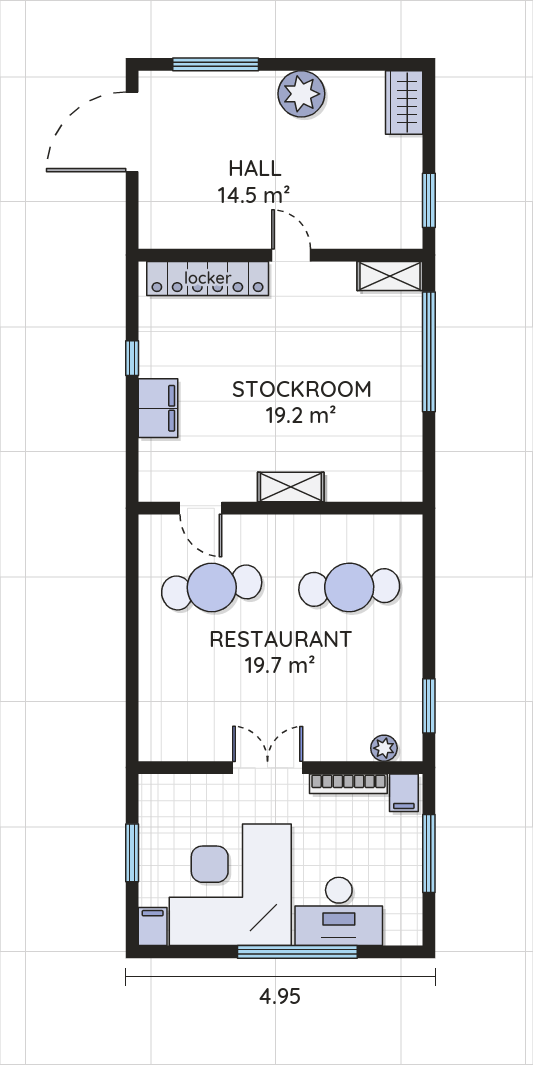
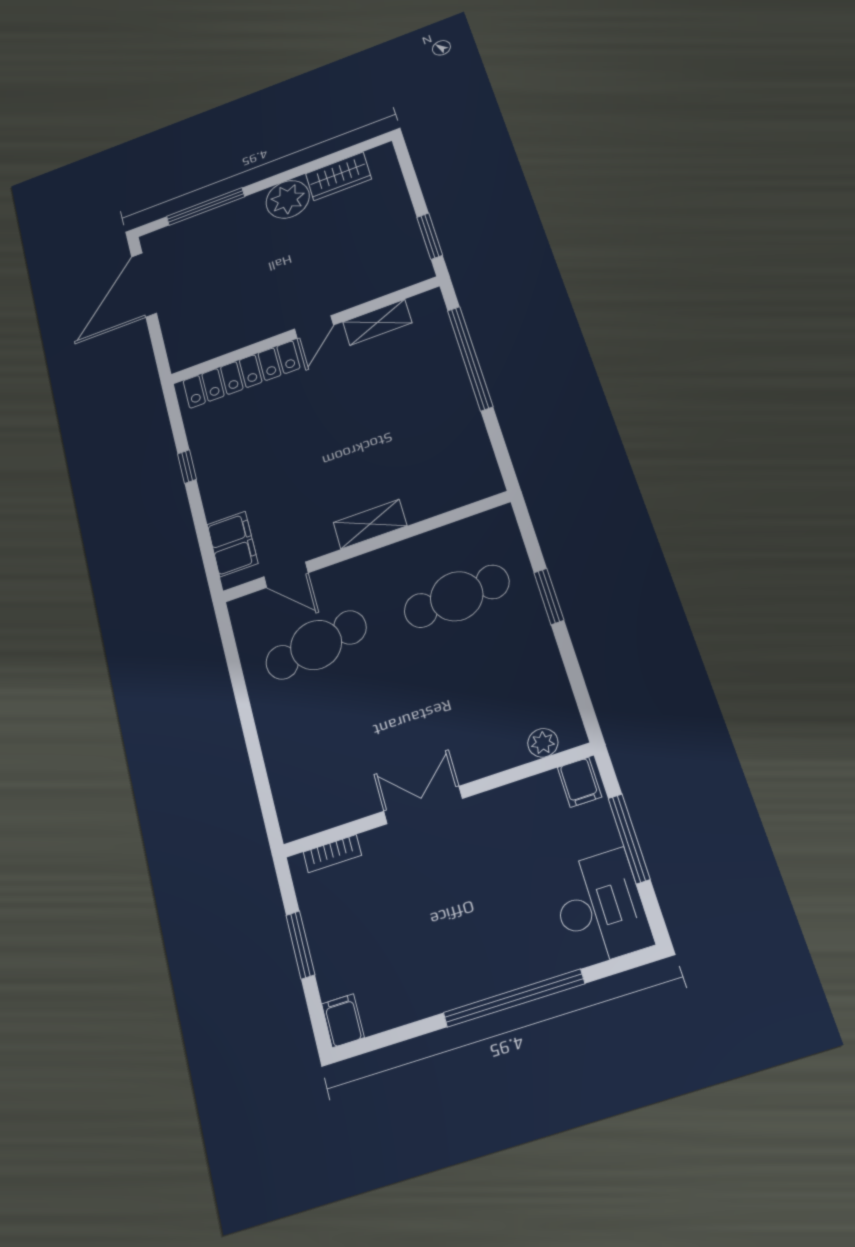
wardrobe: (404, 102) -> (338, 176), moved, turned -90
door: (291, 255) -> (314, 327), swing flipped
shelving: (390, 276) -> (377, 322), moved
filing cabinet: (158, 408) -> (233, 544), moved
window: (429, 706) -> (549, 596), moved
bookcase: (348, 784) -> (332, 854), moved, width x0.64
corner desk: (230, 885) -> (417, 946), removed
desk: (339, 911) -> (600, 908), moved, turned -90

